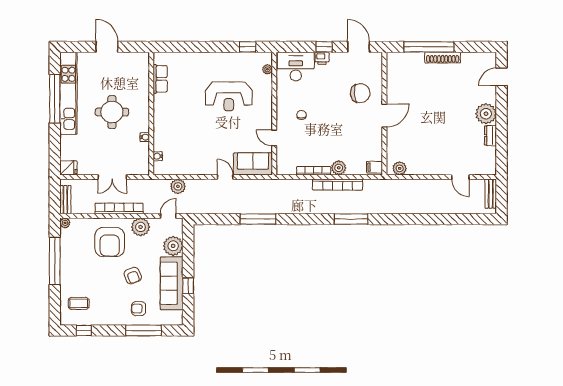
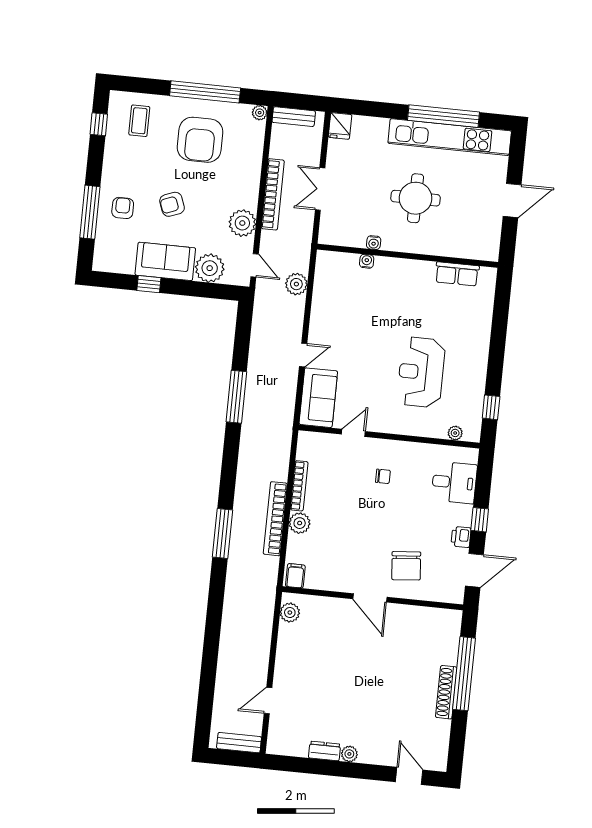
printer: (322, 58) -> (461, 537), moved
desk: (296, 67) -> (454, 482), width x0.73
plant: (486, 114) -> (349, 754), width x0.53, depth x0.53
water cooler: (158, 156) -> (367, 261), moved
armchair: (110, 242) -> (200, 140), moved, turned -90
sofa: (172, 283) -> (165, 261), width x0.73

